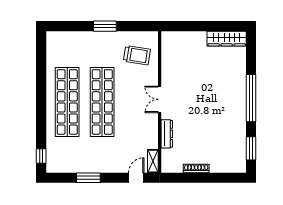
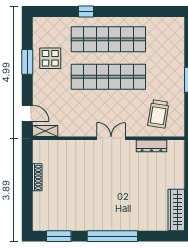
dresser: (167, 134) -> (151, 146), moved
window: (41, 156) -> (86, 11), moved
display table: (85, 156) -> (50, 58), added

